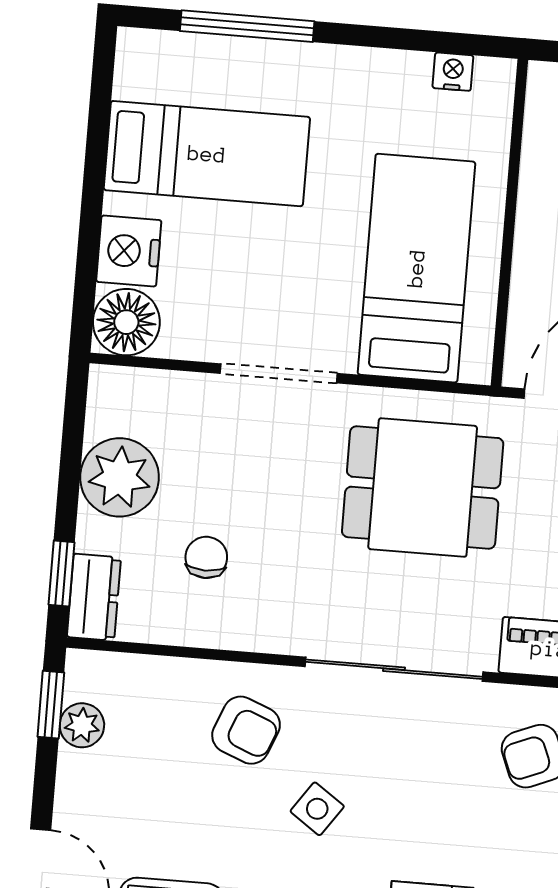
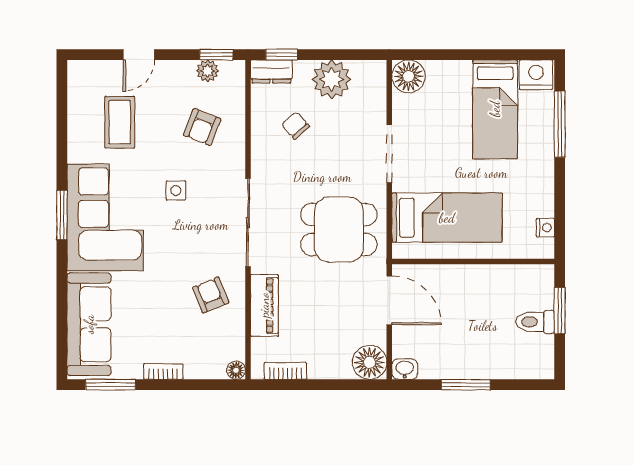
nightstand: (129, 251) -> (536, 75), moved
dining table: (423, 488) -> (339, 229), turned 90
chair: (206, 557) -> (296, 125), turned -132
armchair: (246, 730) -> (202, 127), moved
side table: (317, 809) -> (176, 190), turned -35

